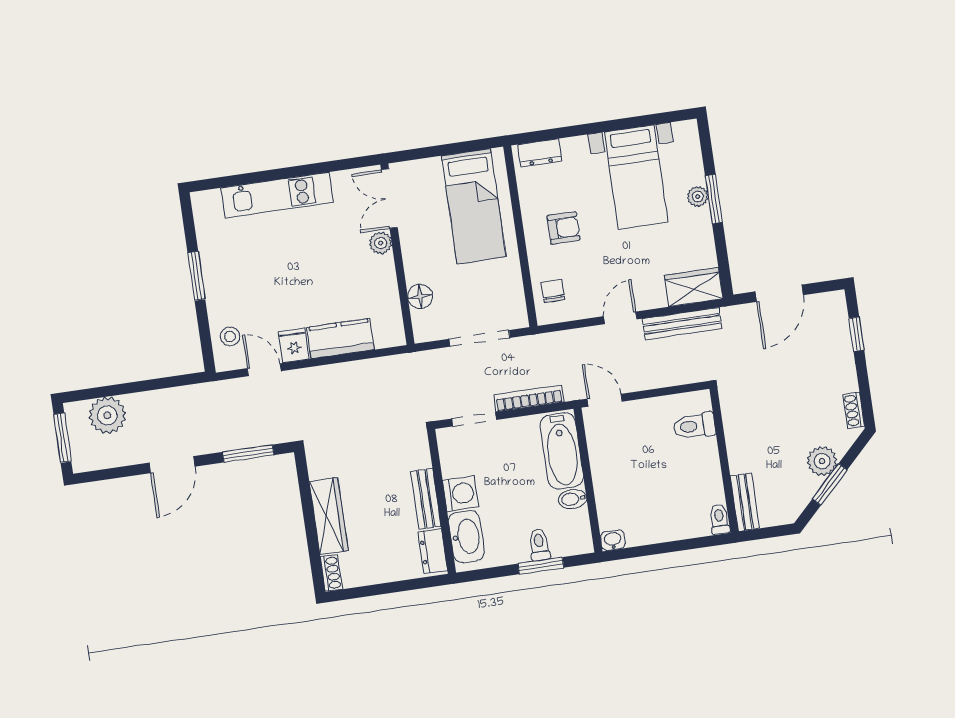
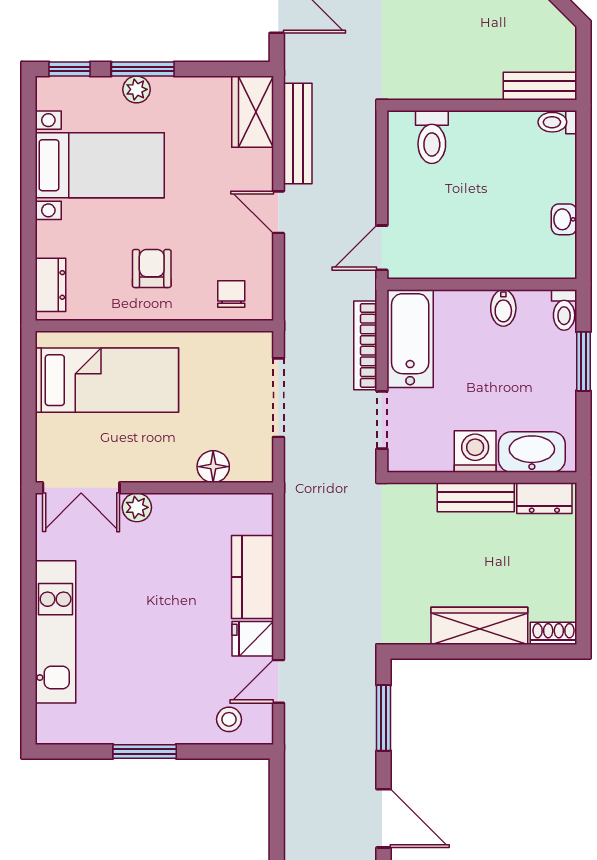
window: (706, 143) -> (69, 69), added
chair: (553, 291) -> (231, 294), turned 90
bathtub: (562, 451) -> (410, 339), moved, turned -90
washbasin: (613, 540) -> (564, 219), moved
toilet: (539, 545) -> (564, 310), moved, turned -90

